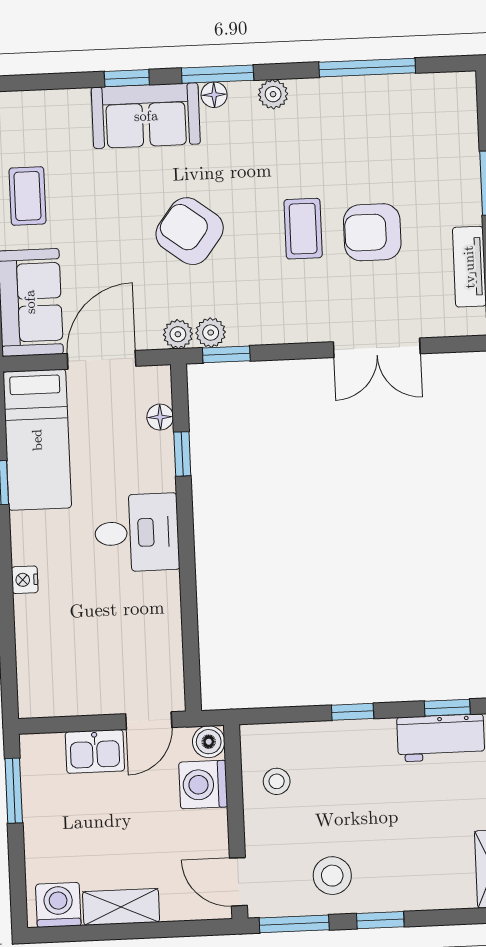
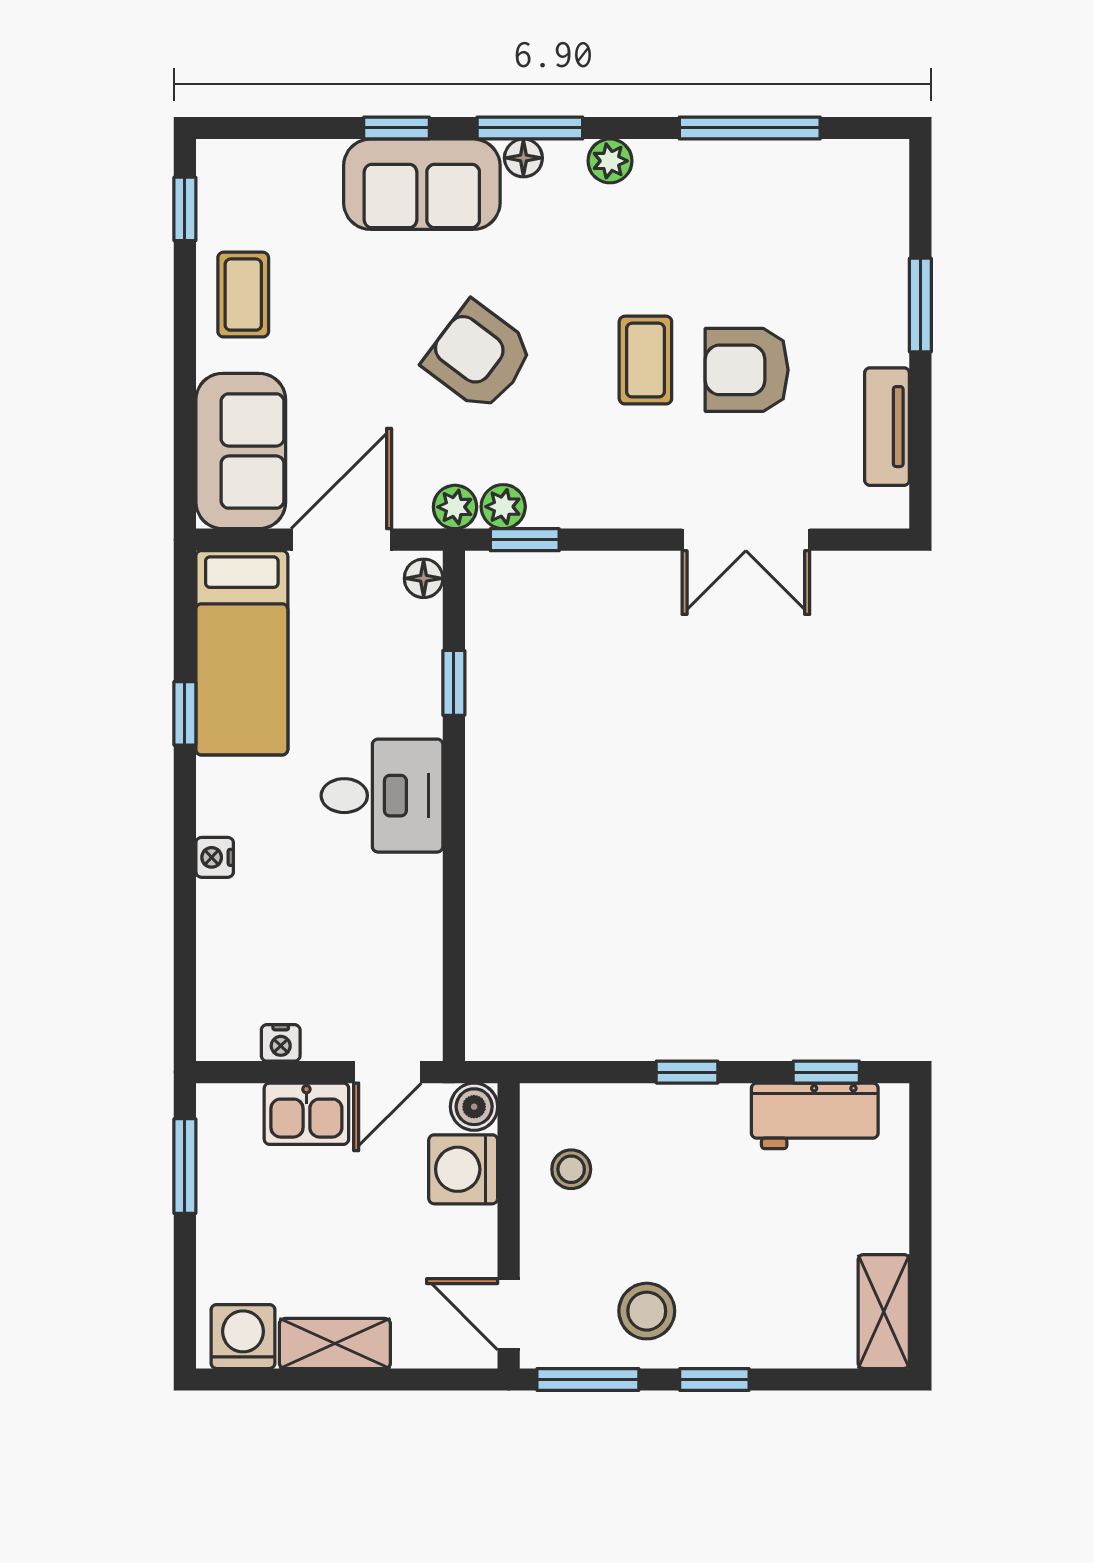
floor lamp: (160, 417) -> (424, 578), moved
nightstand: (75, 704) -> (281, 1043), added

